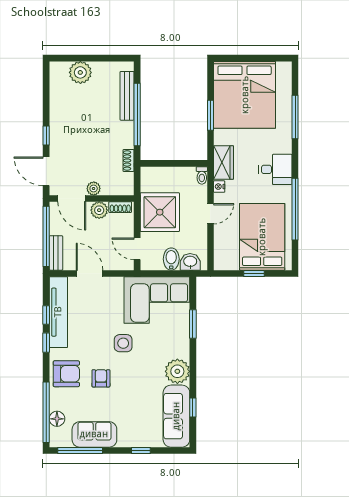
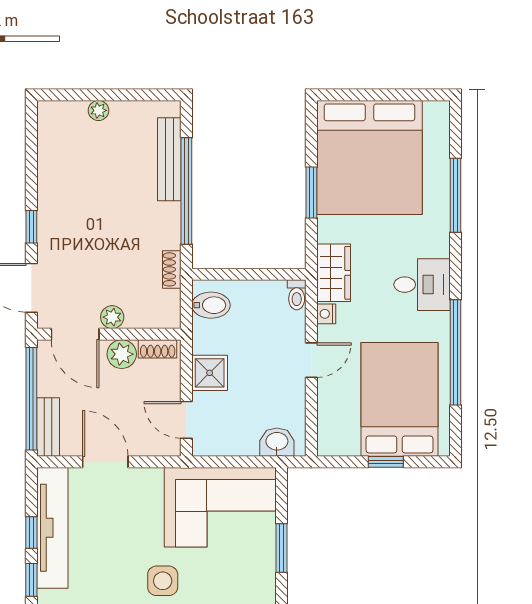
plant: (80, 72) -> (98, 110), width x0.53, depth x0.53
shower: (160, 212) -> (210, 373), width x0.54, depth x0.54
bidet: (171, 259) -> (211, 305), moved, turned 90

